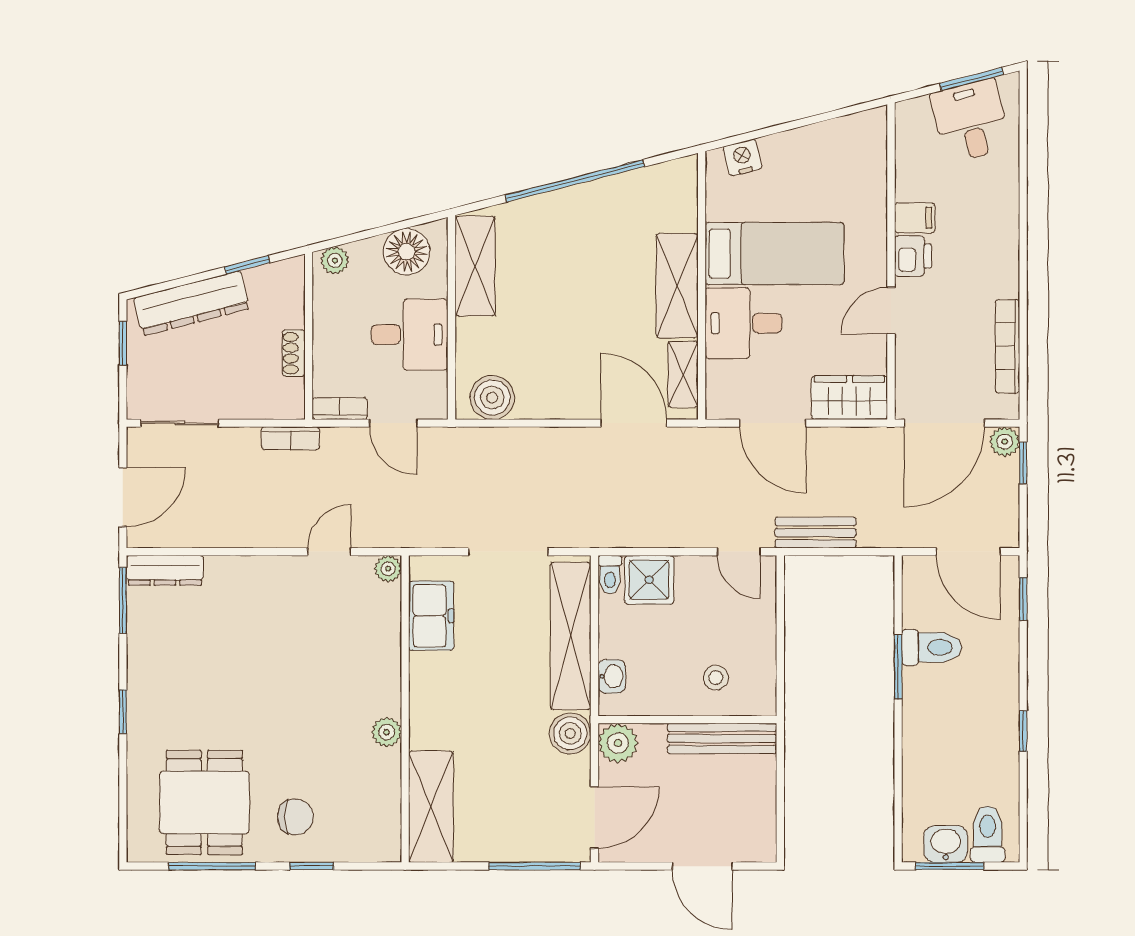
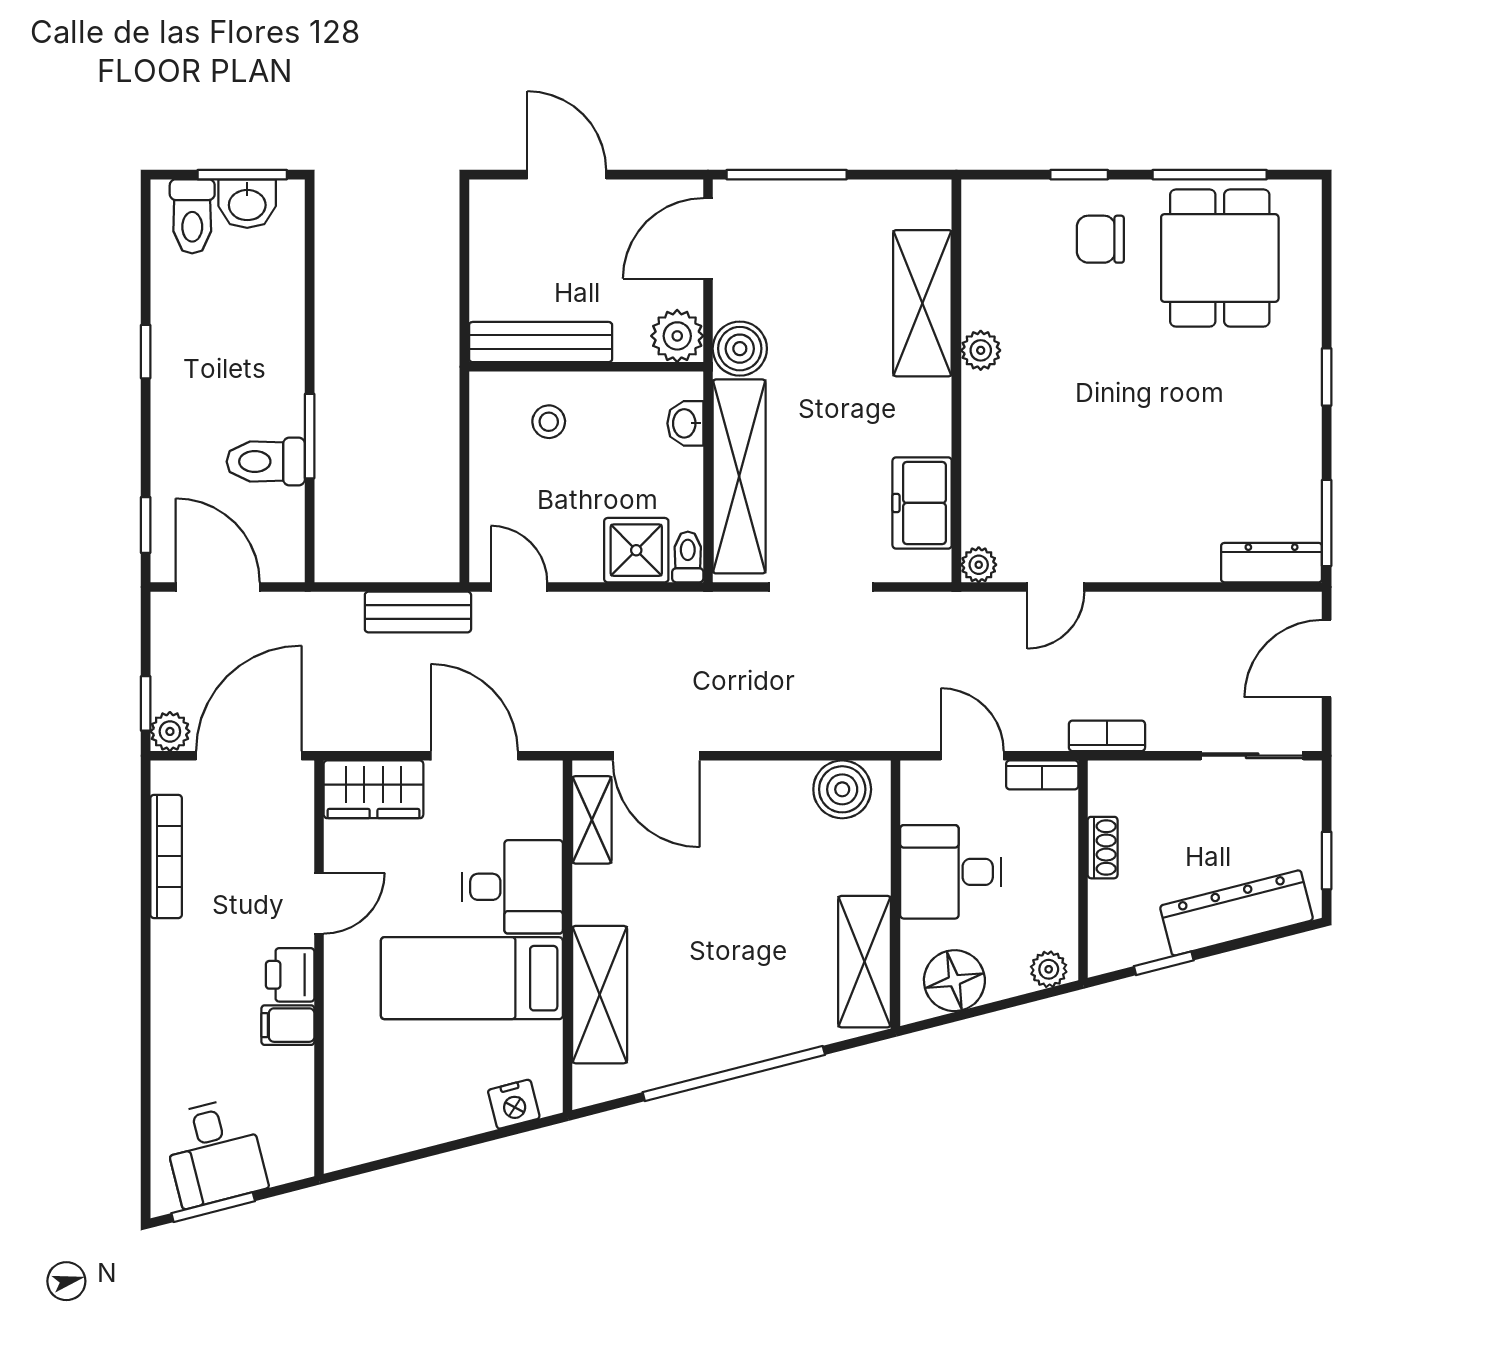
shelving: (677, 286) -> (600, 995), moved
shelving: (431, 807) -> (922, 303), moved

